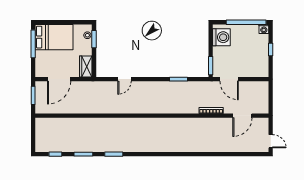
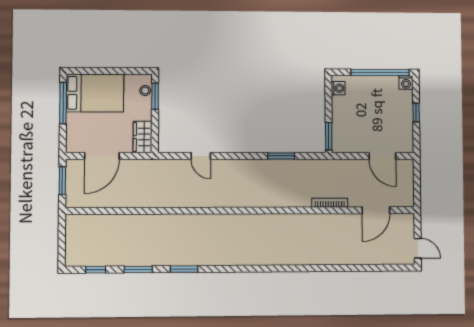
washing machine: (221, 37) -> (338, 88), width x0.53, depth x0.53
door: (125, 79) -> (201, 156), hinge flipped
door: (229, 79) -> (382, 156), moved

